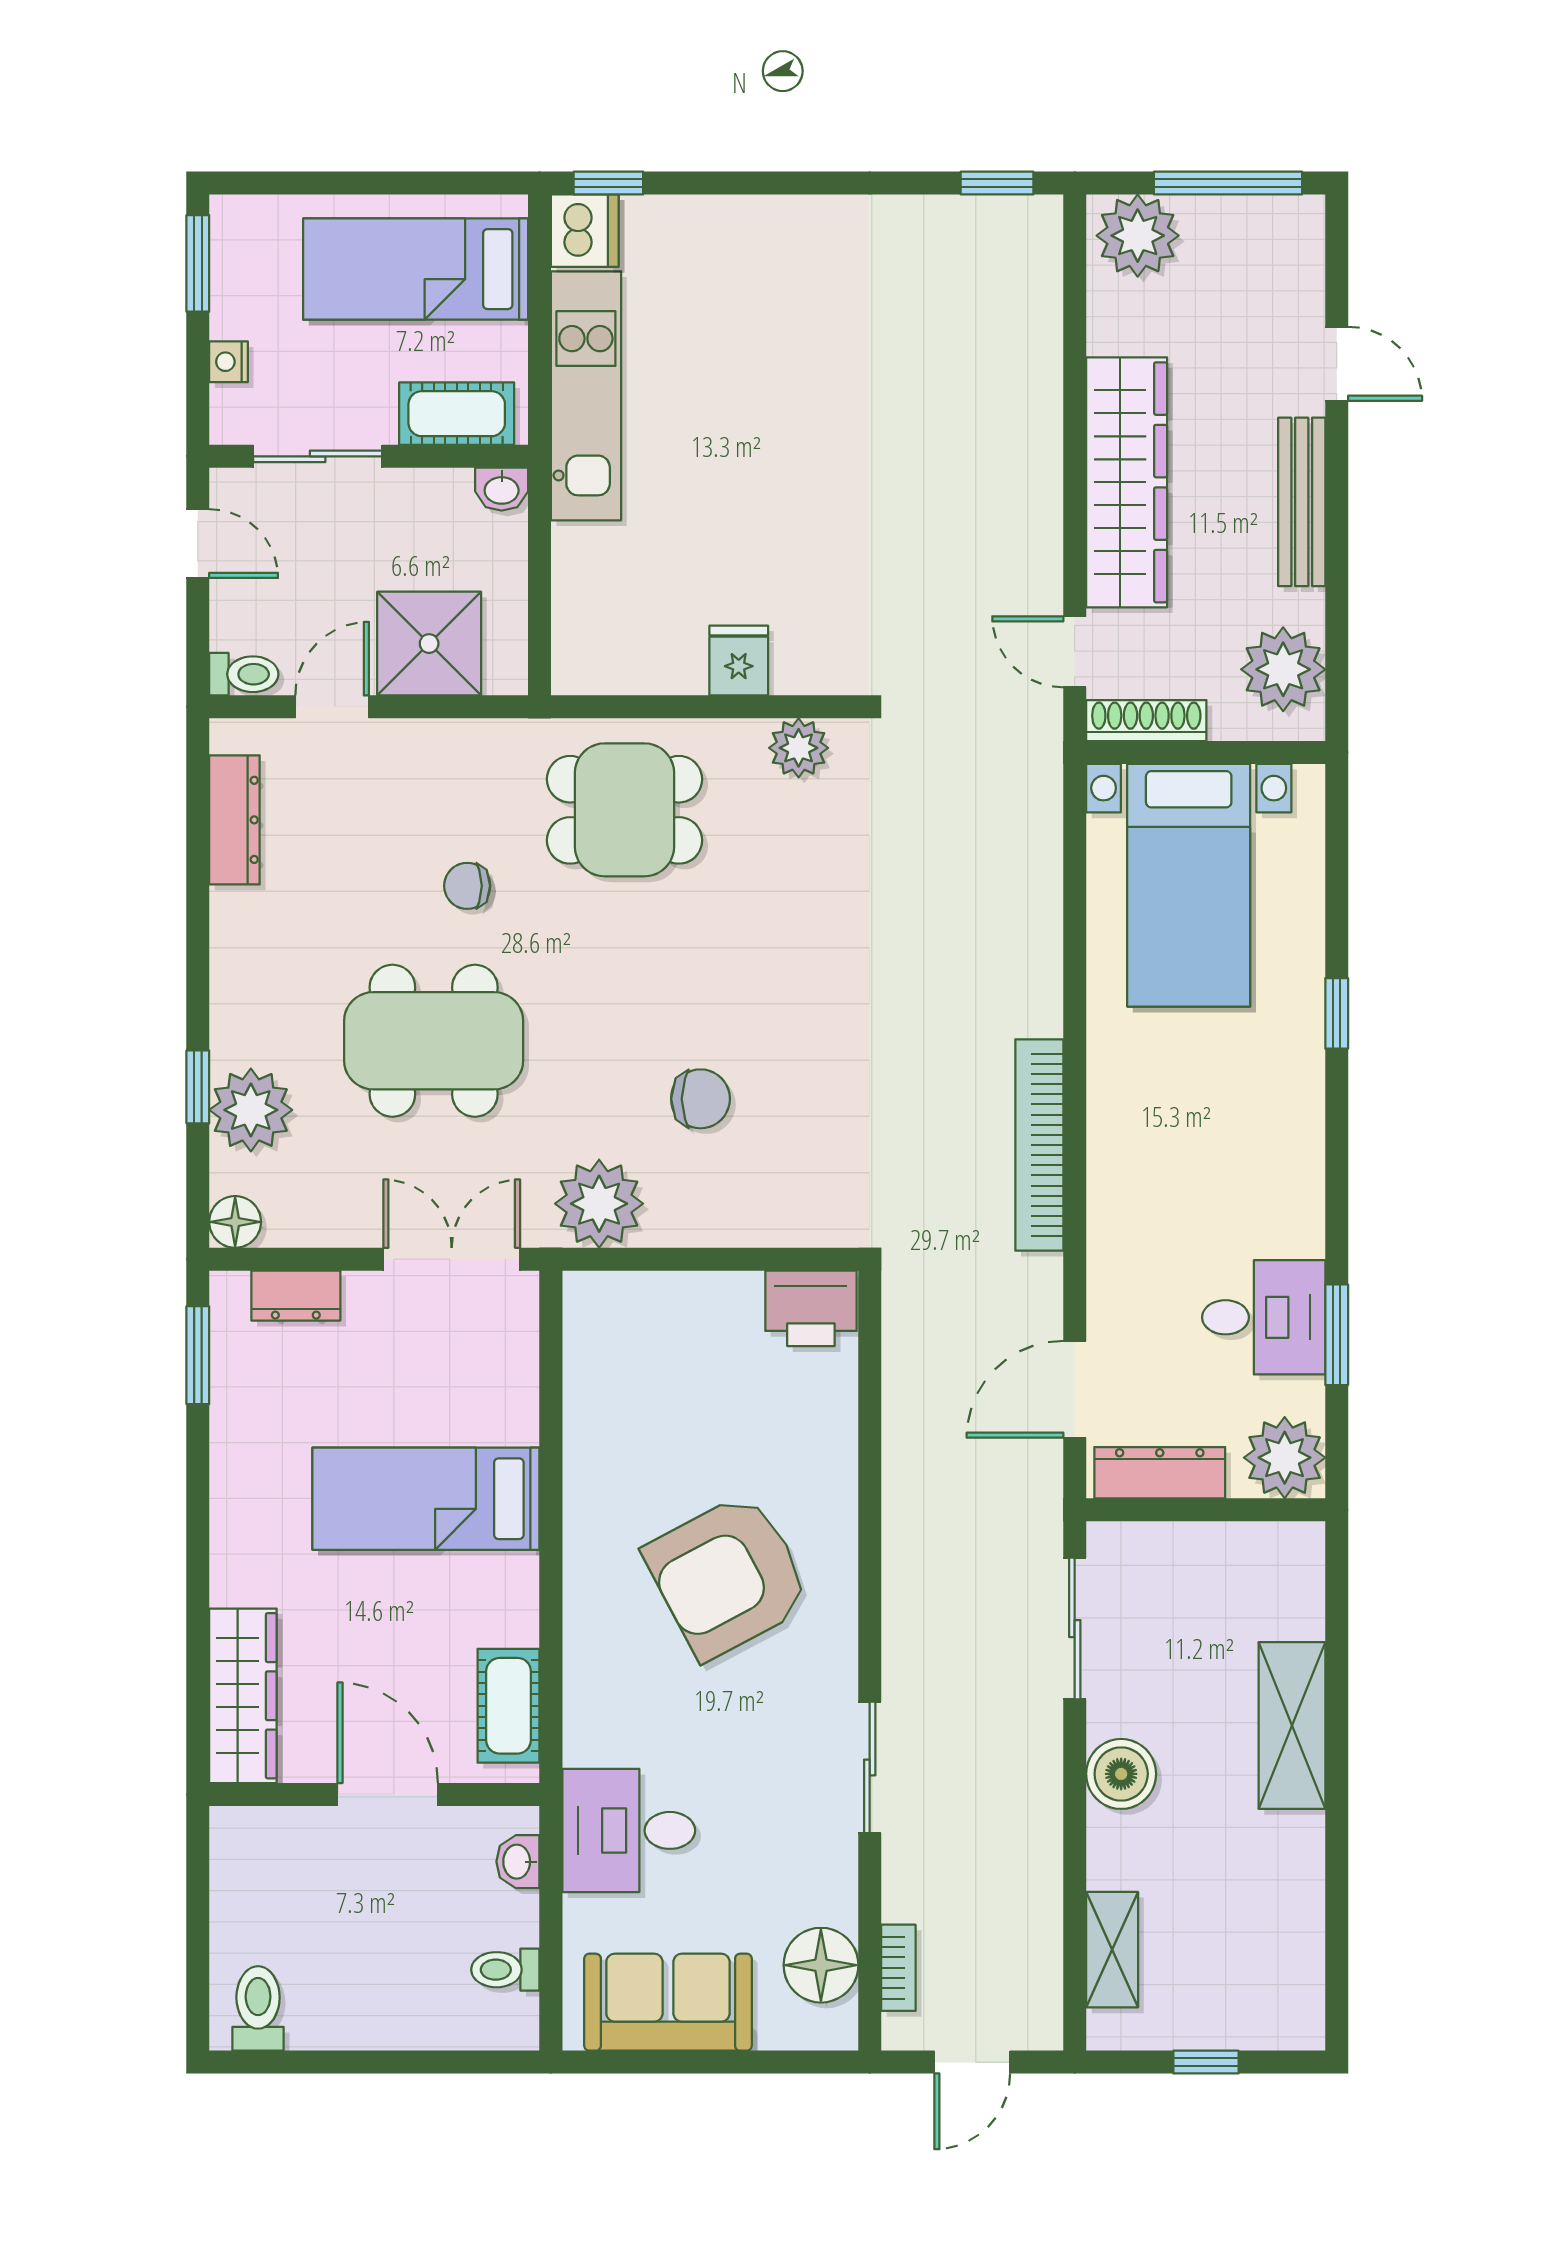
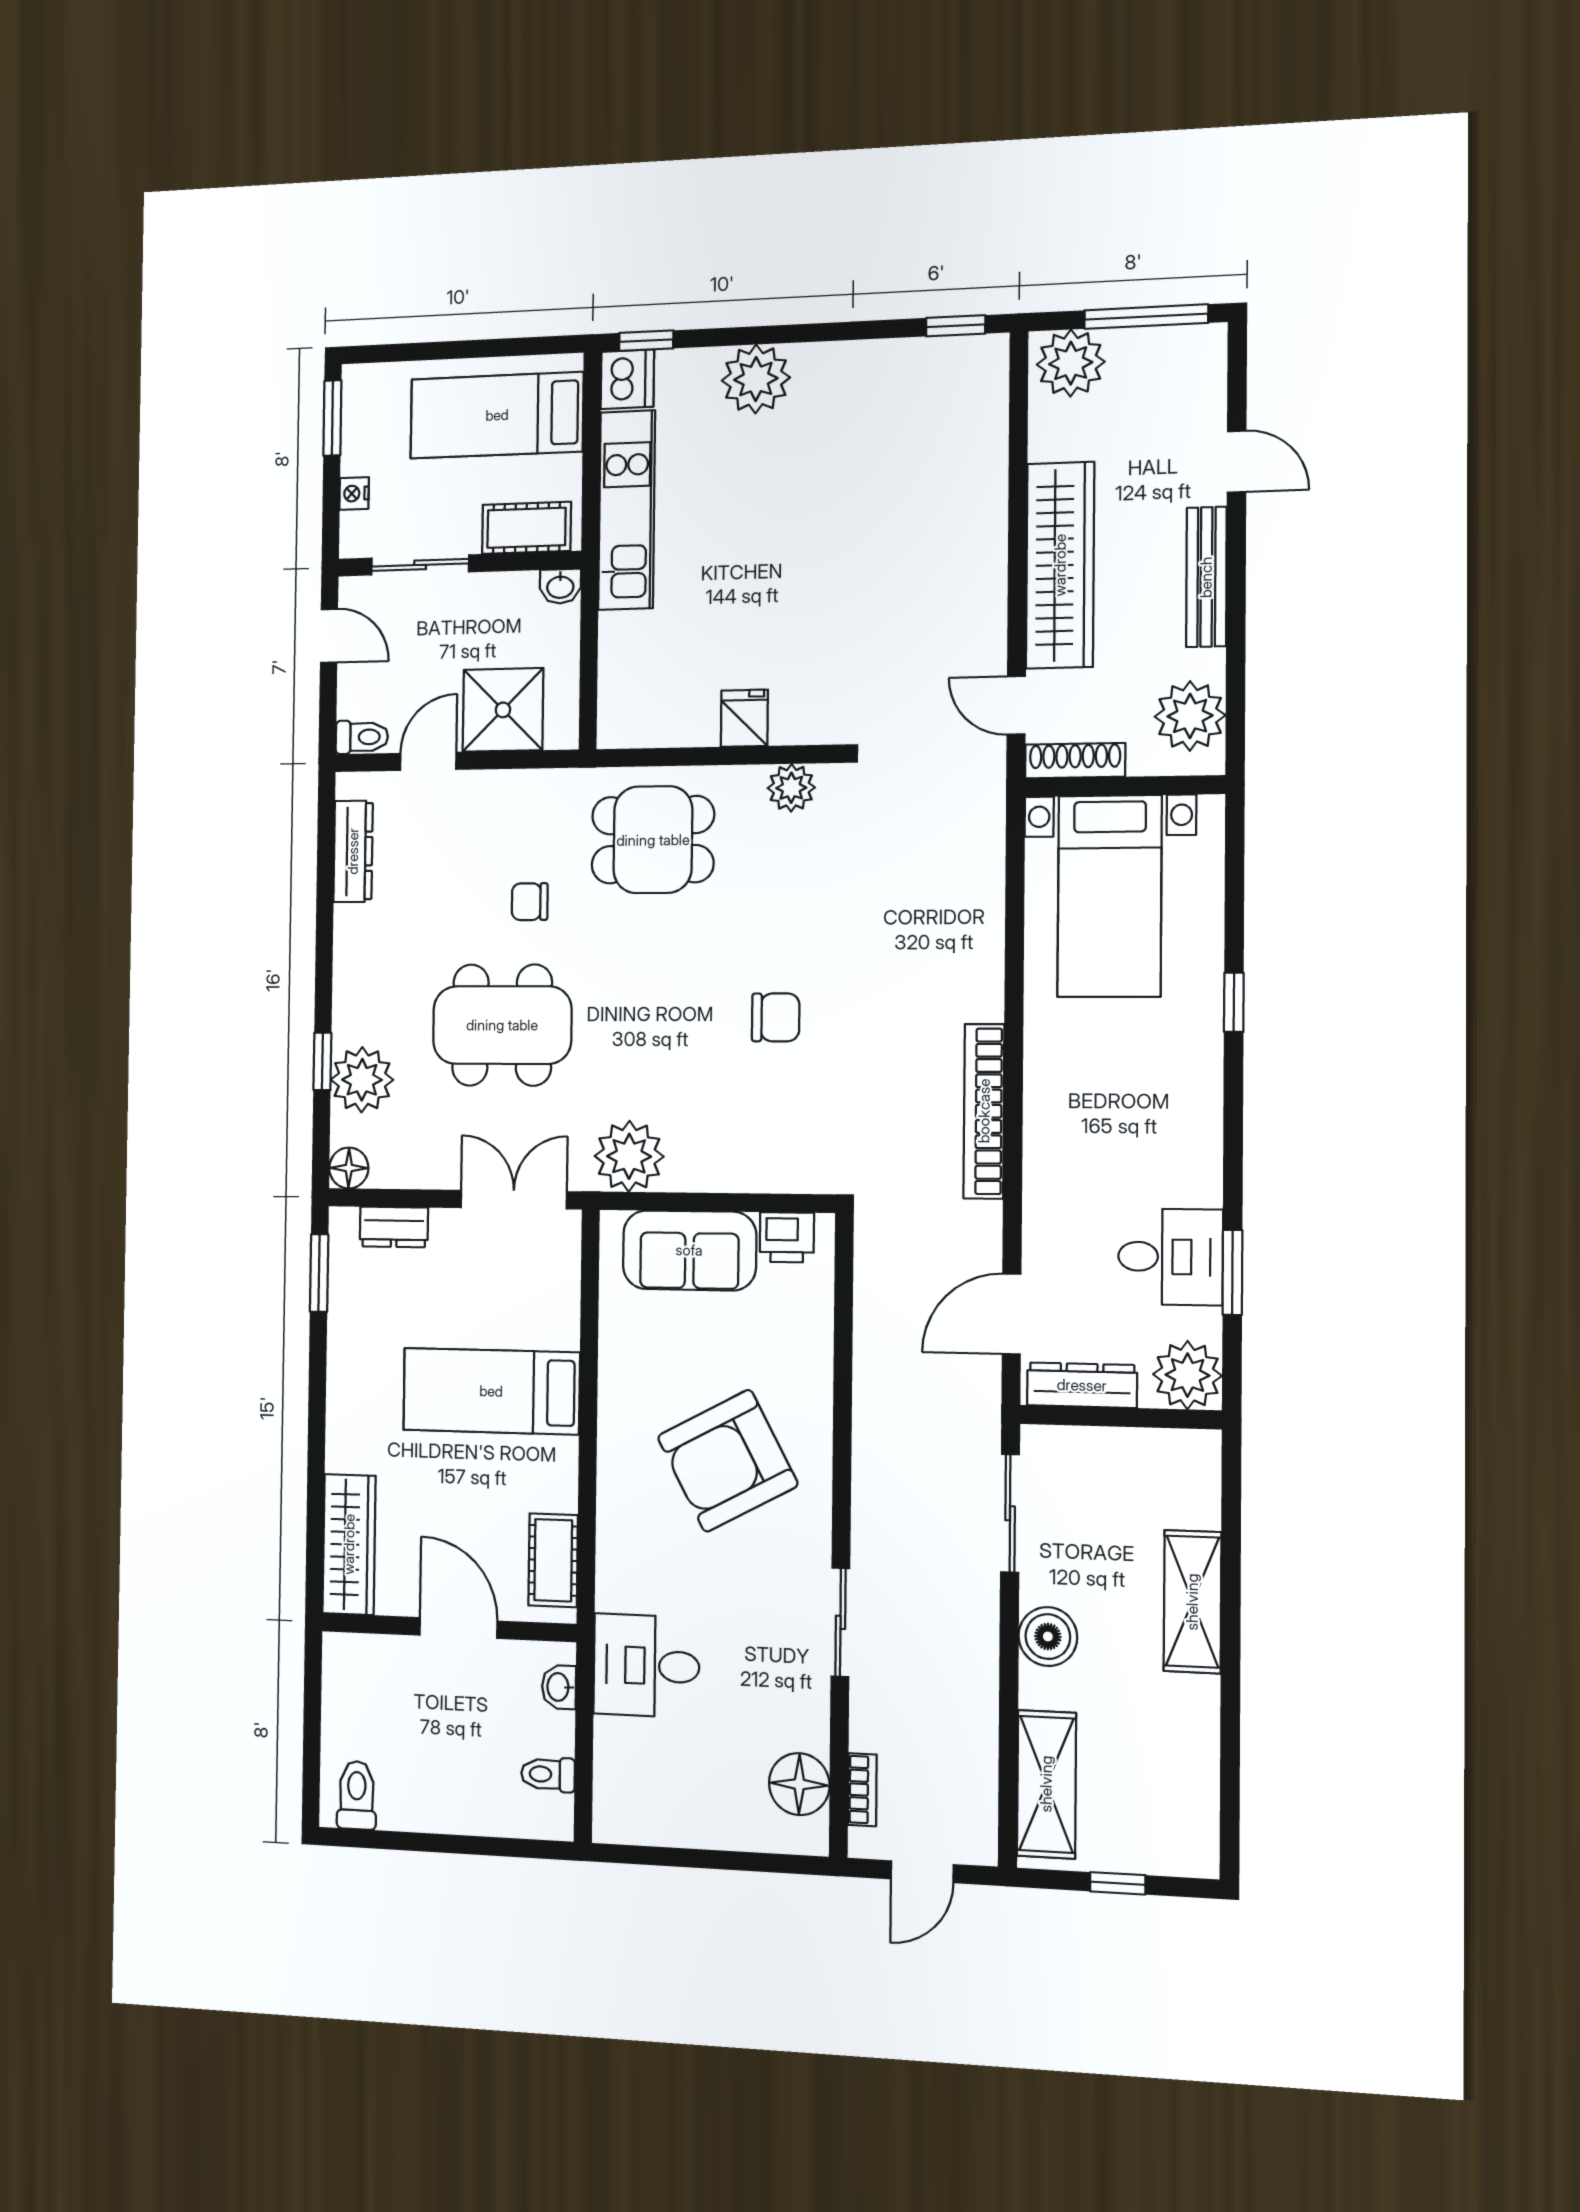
plant: (749, 238) -> (756, 379), added
chair: (700, 1099) -> (776, 1017), moved
printer: (811, 1308) -> (787, 1237), width x0.73, depth x0.81
shelving: (1112, 1950) -> (1046, 1784), width x1.50, depth x1.33
sofa: (668, 2002) -> (689, 1250), moved, turned 180

